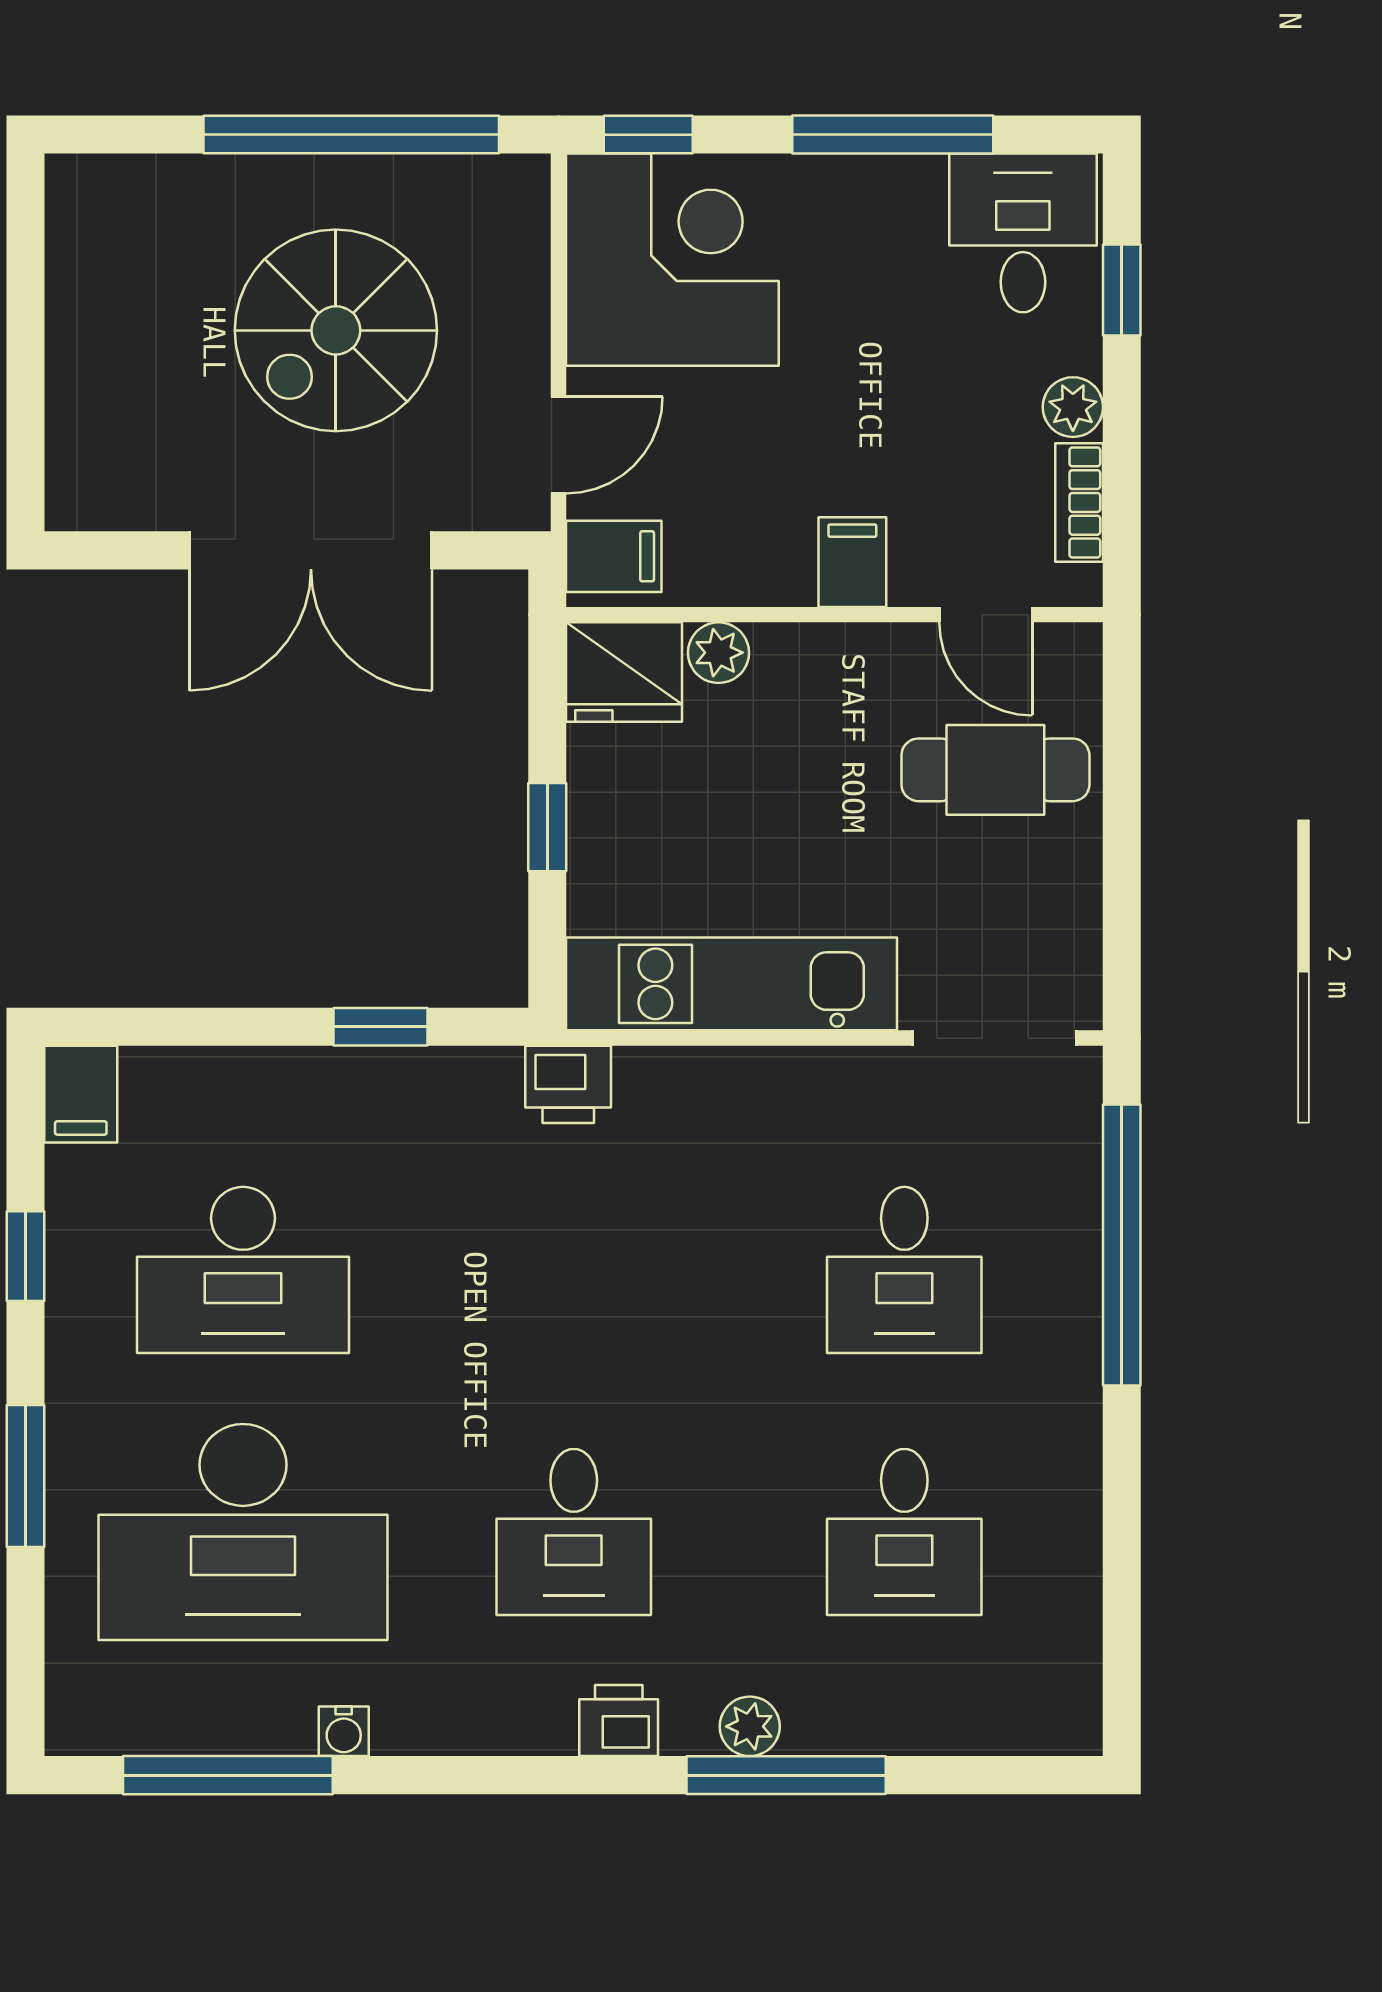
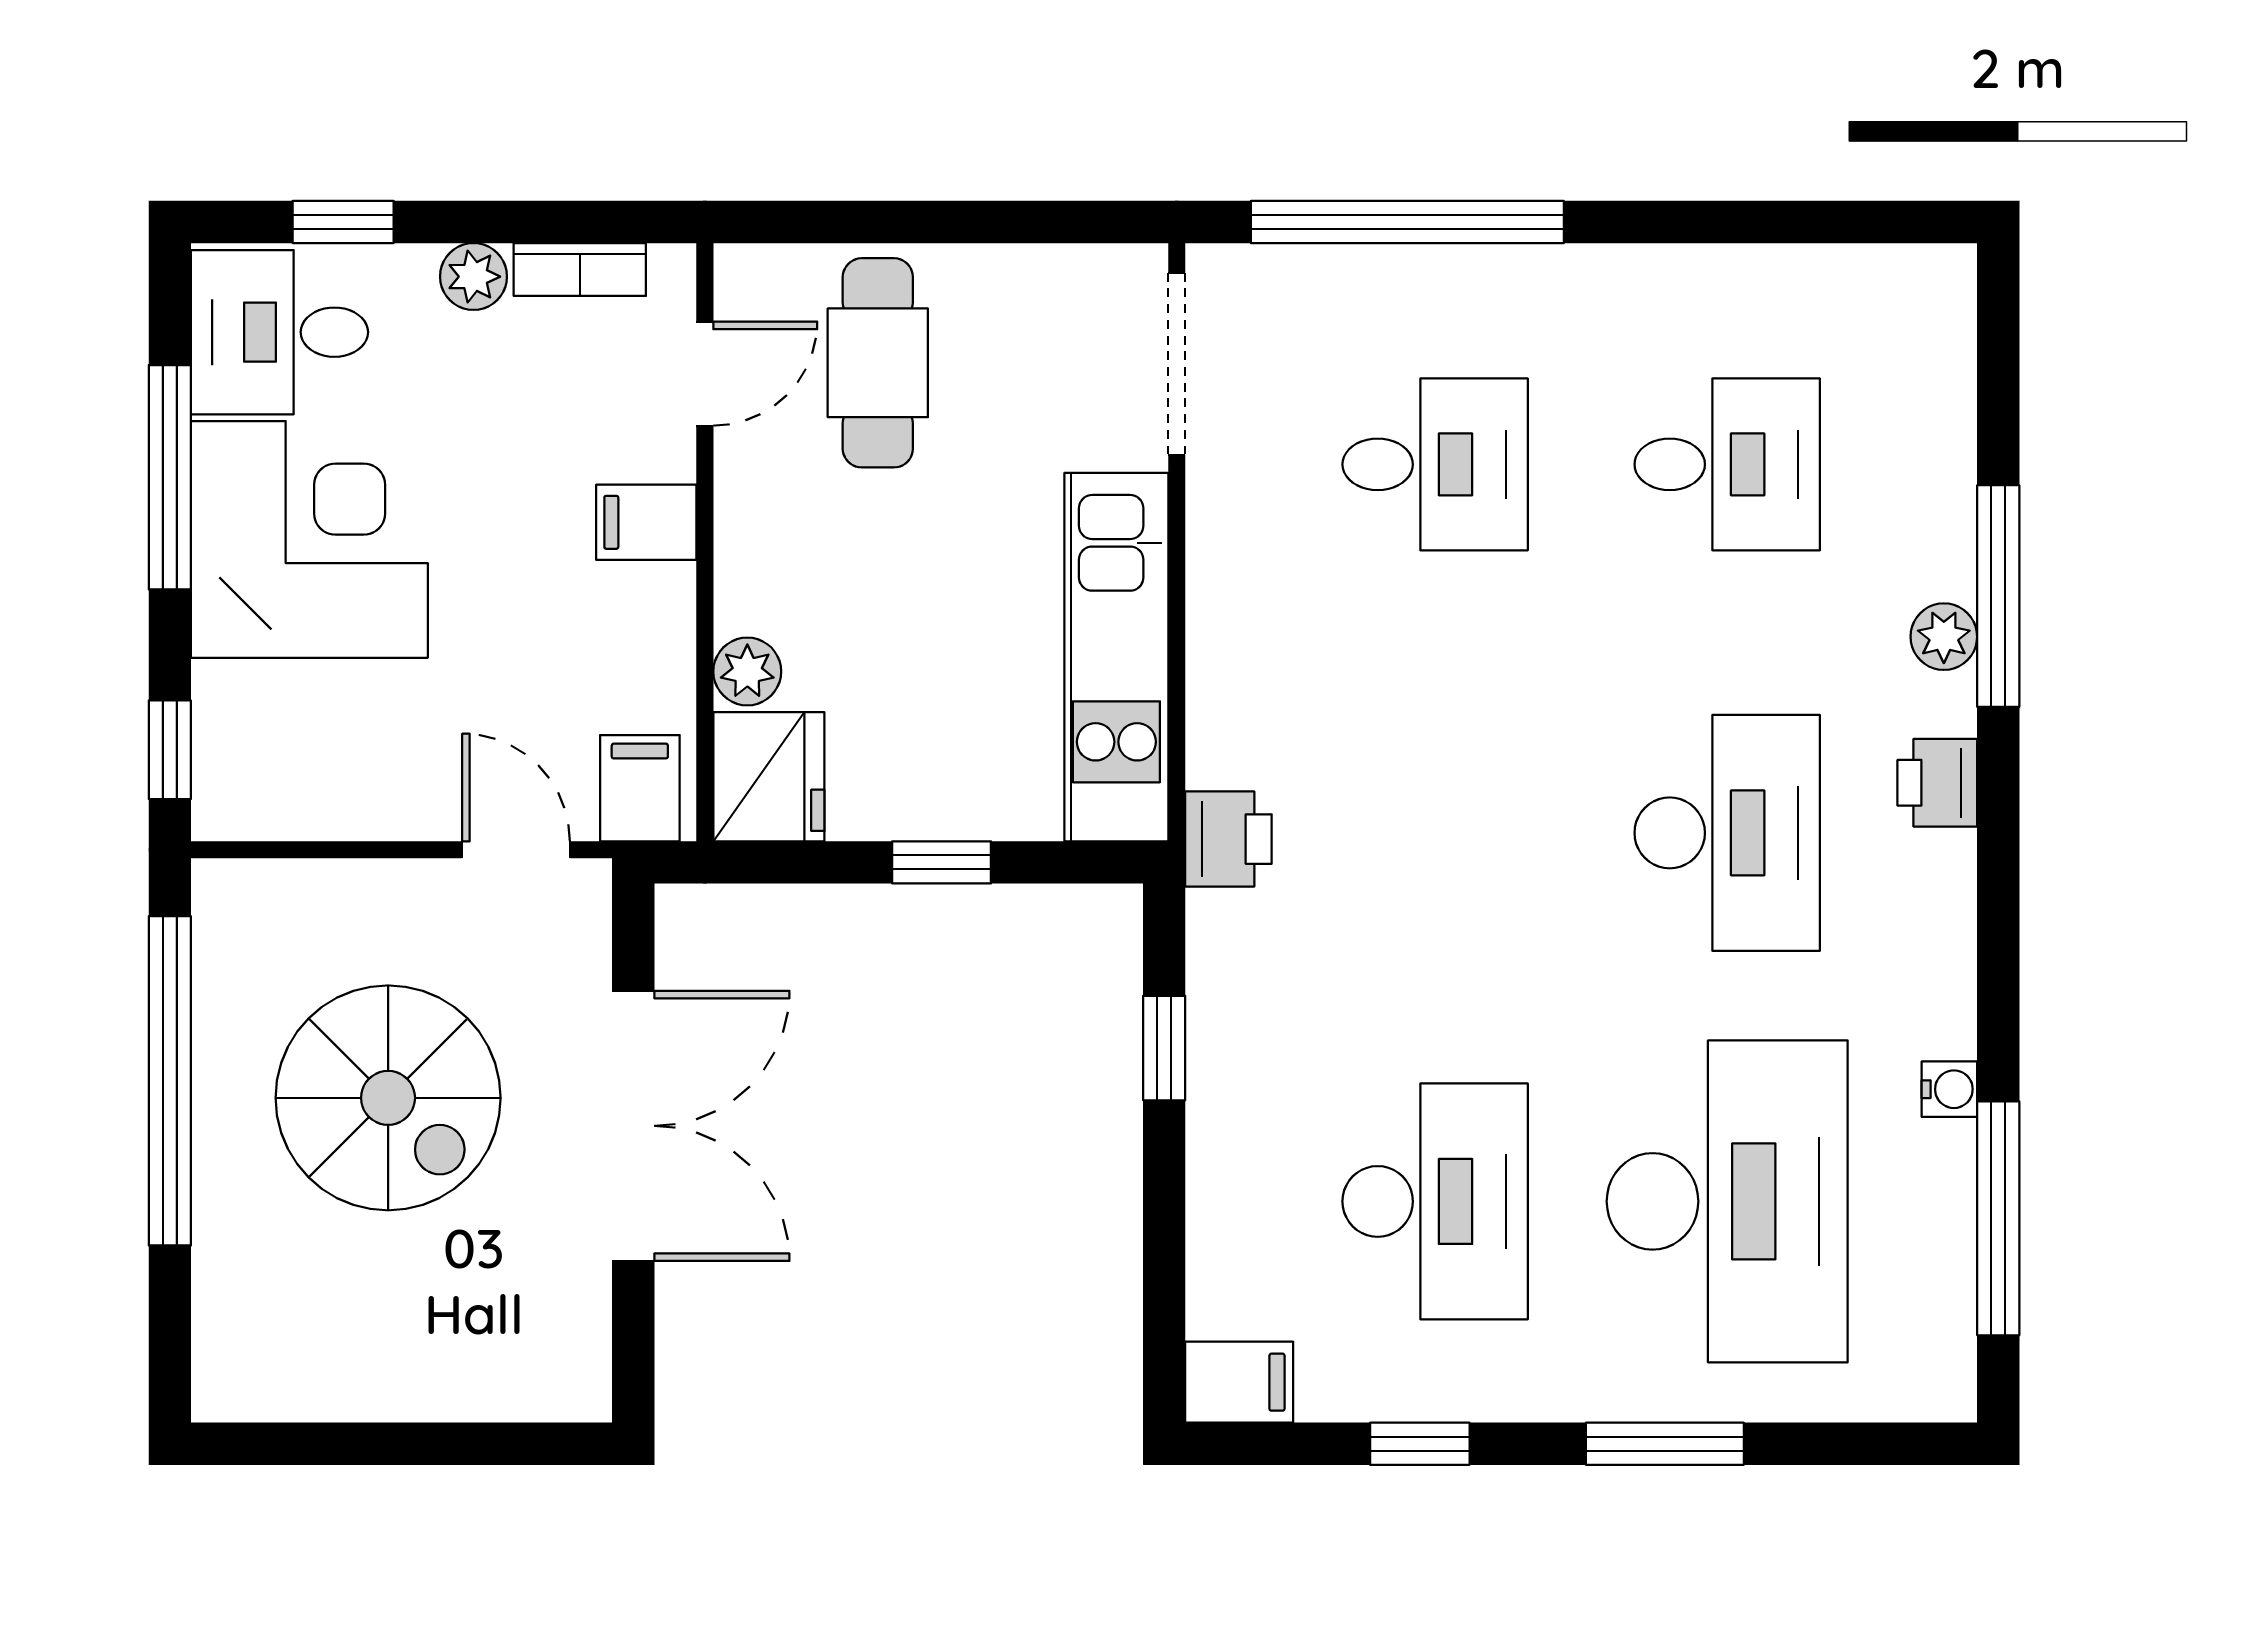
corner desk: (672, 260) -> (309, 539), moved, turned 90
desk: (574, 1532) -> (1727, 833), width x1.37

